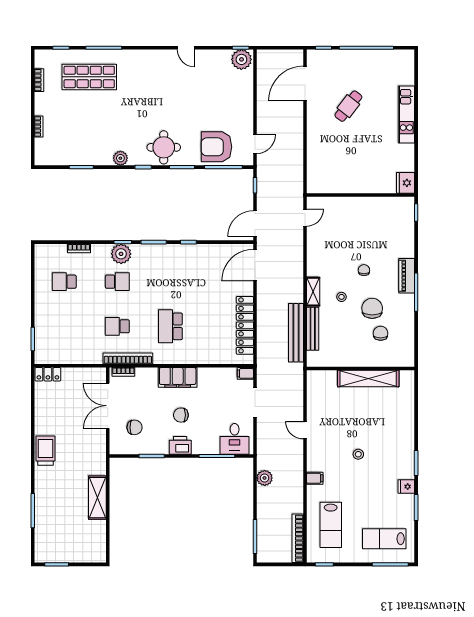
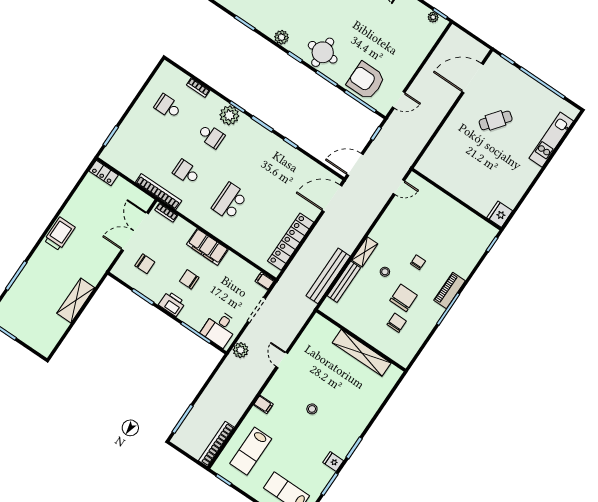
plant: (241, 59) -> (433, 17), width x0.53, depth x0.53
kitchen unit: (406, 114) -> (551, 140), moved
bookcase: (128, 358) -> (159, 191), moved
plant: (265, 478) -> (241, 350), moved

